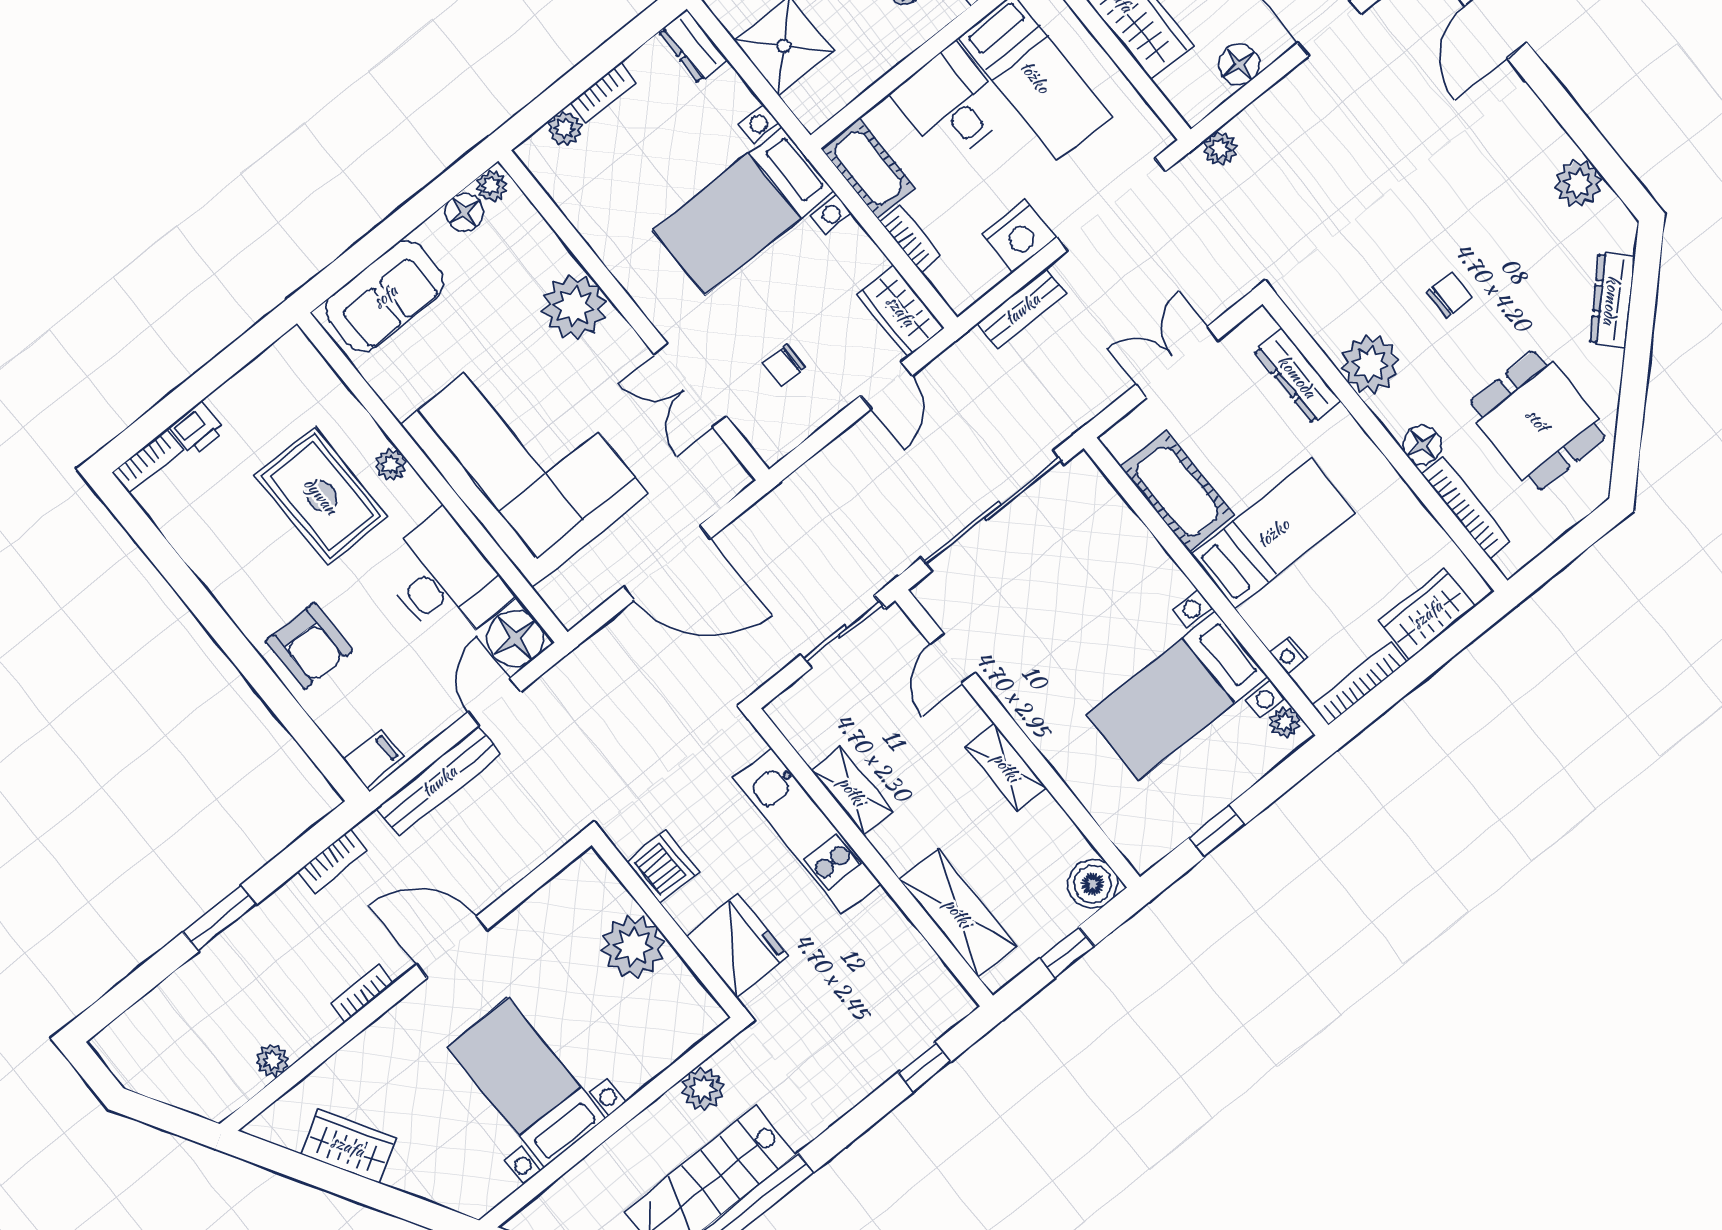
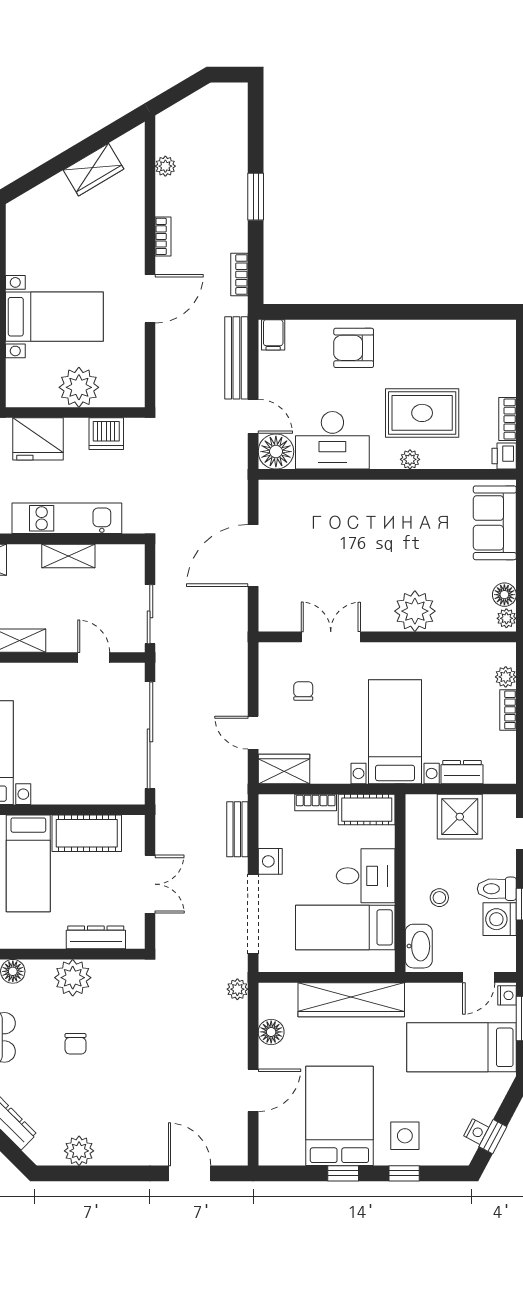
dresser: (693, 46) -> (462, 772), moved
nightstand: (1019, 236) -> (270, 861), width x0.74, depth x0.75
printer: (197, 428) -> (504, 456), moved
corner sofa: (524, 459) -> (360, 527), removed
bookcase: (148, 461) -> (508, 419), moved
bed with nightstands: (526, 1083) -> (54, 317), moved

